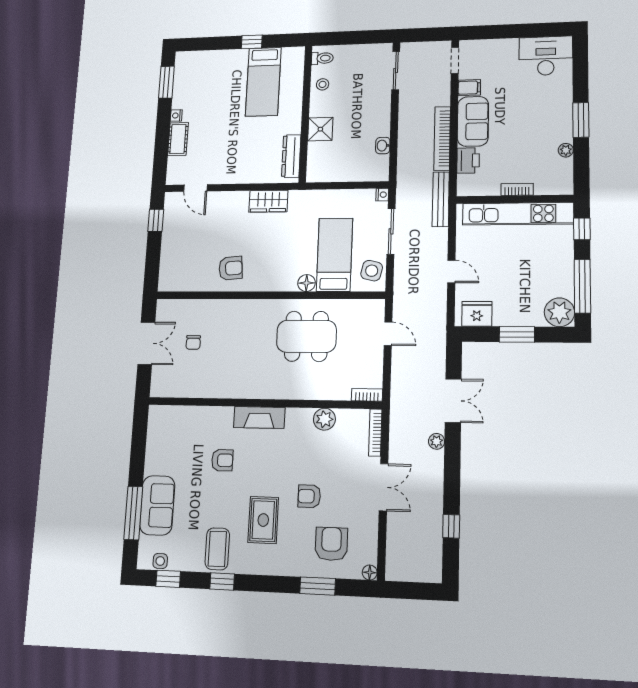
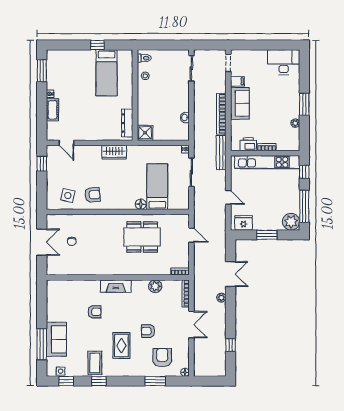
shower: (320, 129) -> (145, 133), moved
printer: (468, 161) -> (248, 144), moved, turned -90
side table: (372, 271) -> (68, 196), moved

